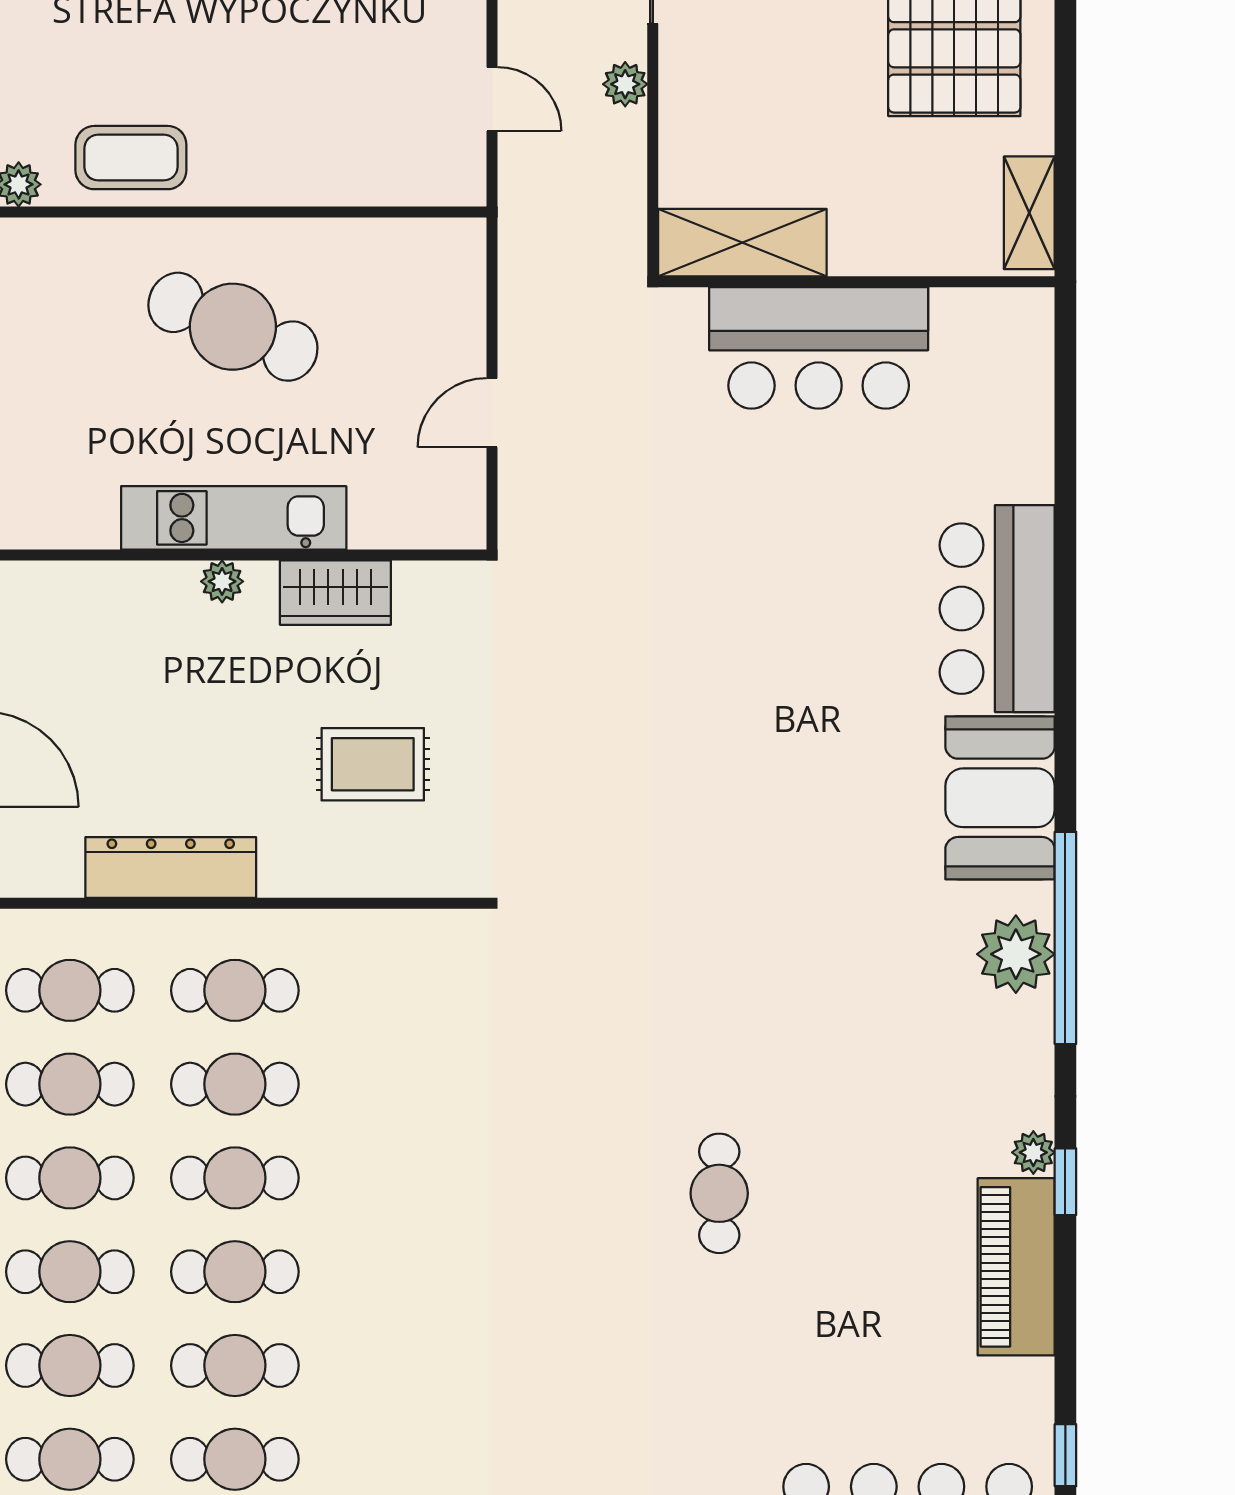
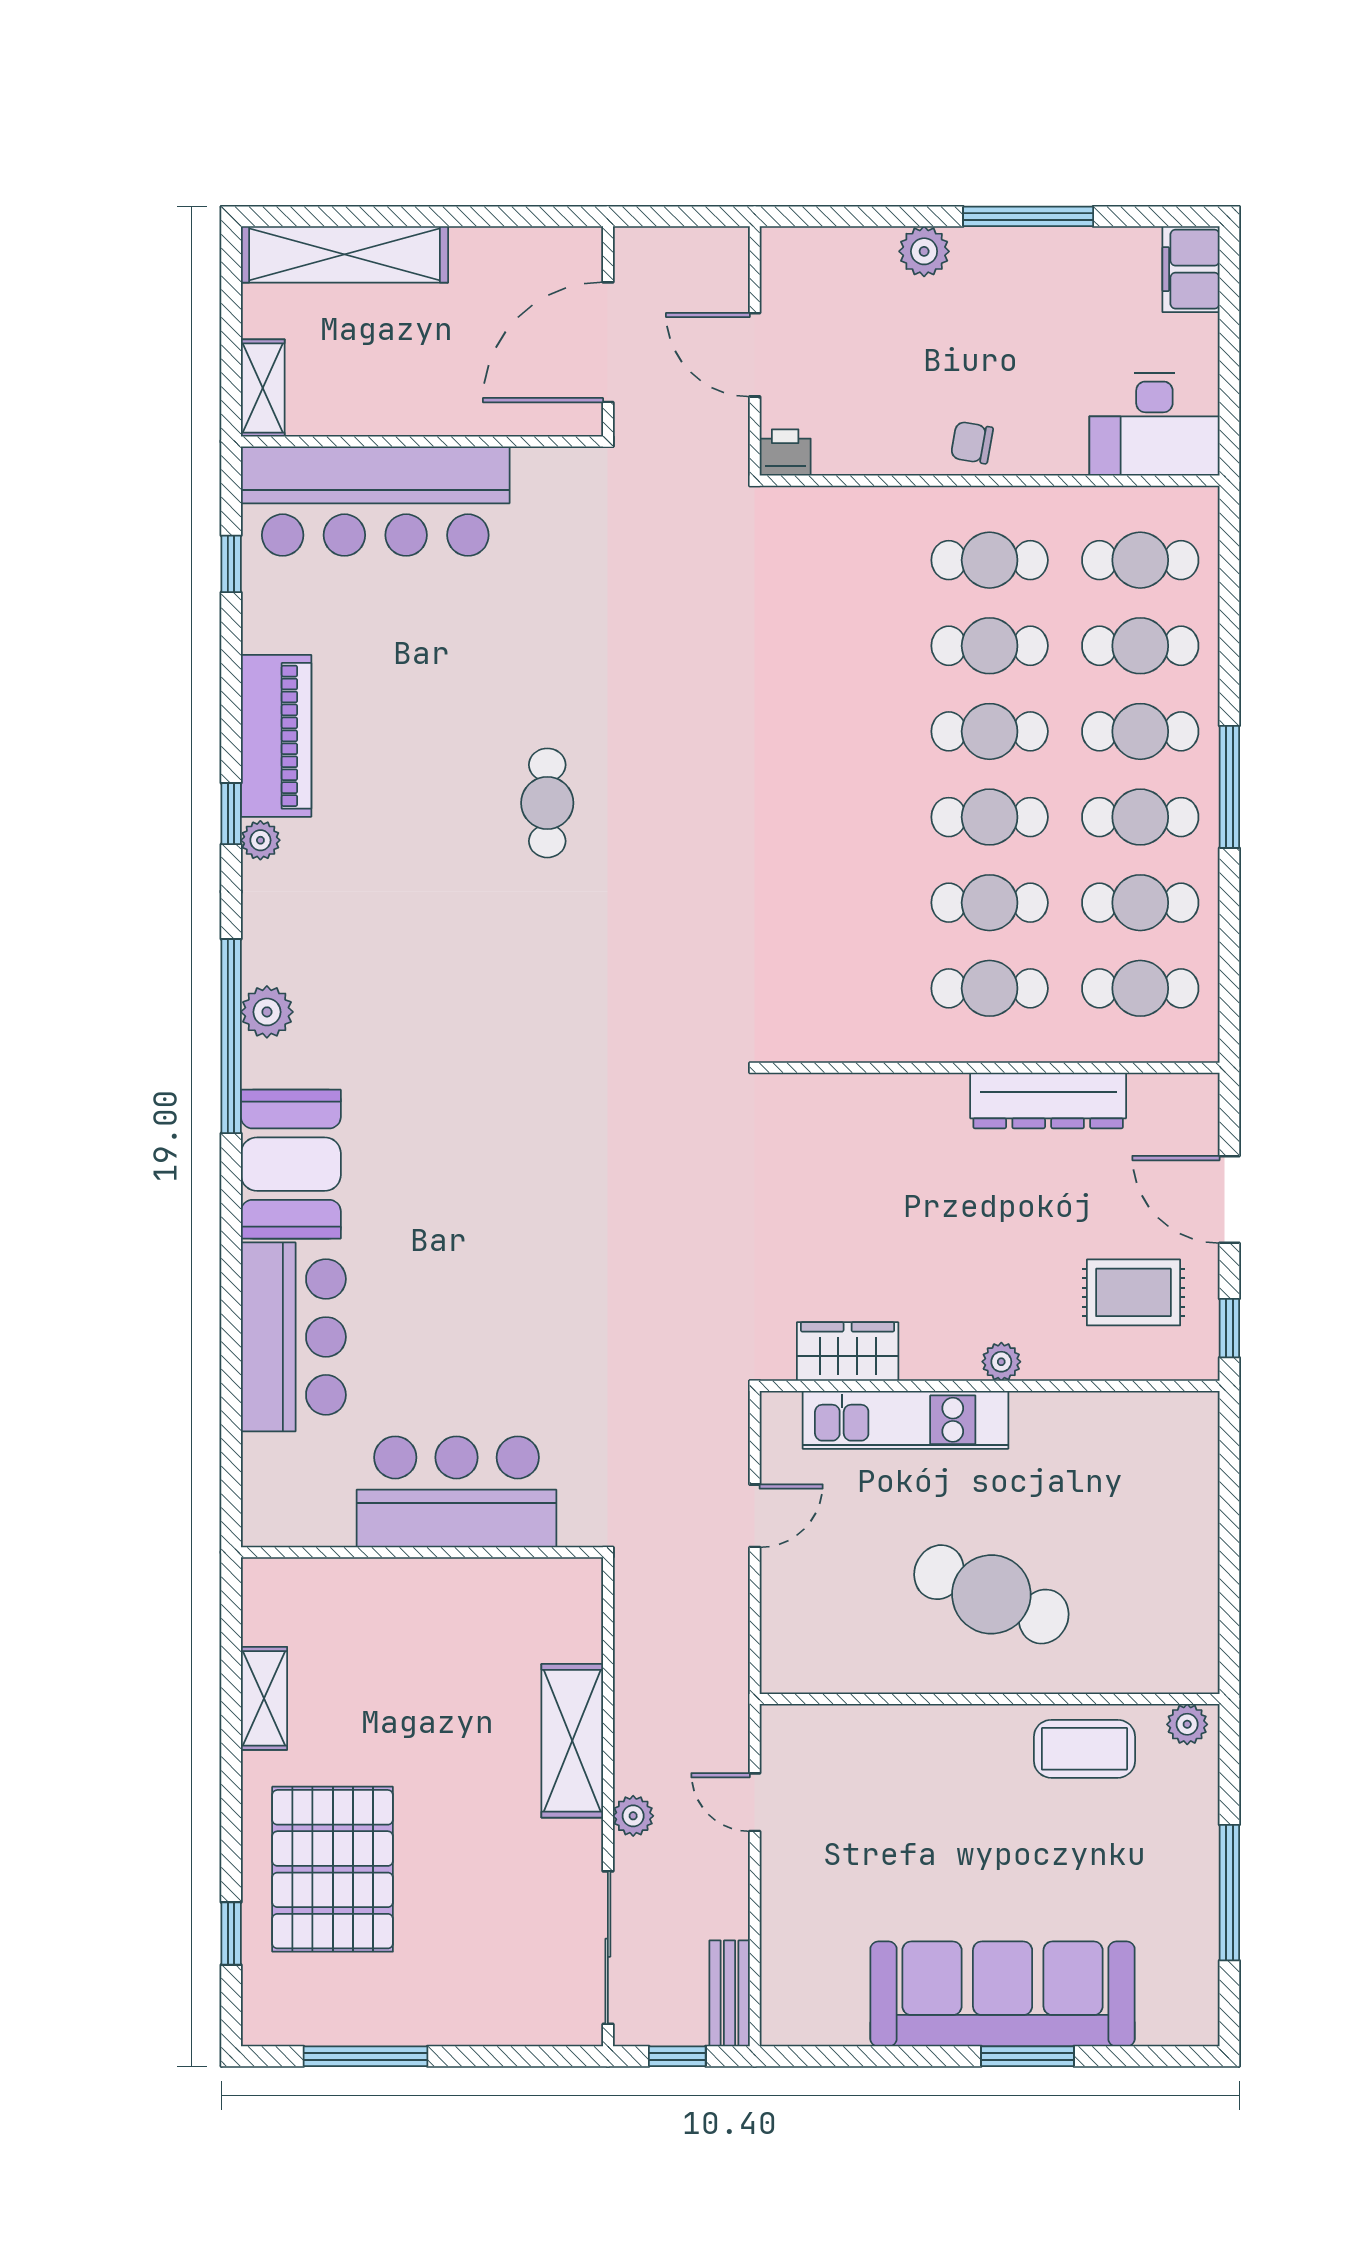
shelving: (742, 243) -> (572, 1741), moved, turned 90
wall: (856, 282) -> (422, 1552), moved
bar counter: (819, 348) -> (457, 1492), moved
kitchen unit: (234, 518) -> (905, 1420), moved
wardrobe: (335, 593) -> (848, 1352), moved
rug: (373, 764) -> (1133, 1292), moved
plant: (1016, 954) -> (267, 1012), width x0.73, depth x0.73

